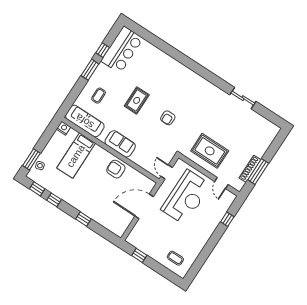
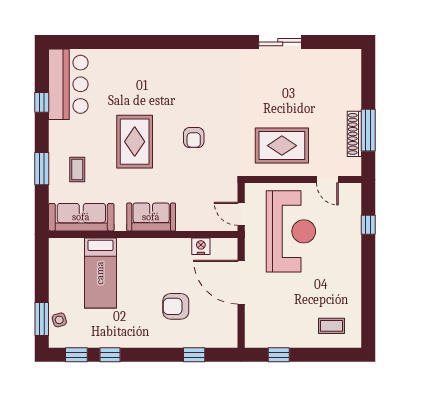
window: (90, 70) -> (42, 169), moved
rug: (137, 100) -> (135, 142), width x1.36, depth x1.43
nightstand: (64, 128) -> (201, 246), moved
armchair: (116, 169) -> (176, 306), moved
door: (144, 206) -> (241, 282), hinge flipped
window: (83, 219) -> (194, 355), moved

